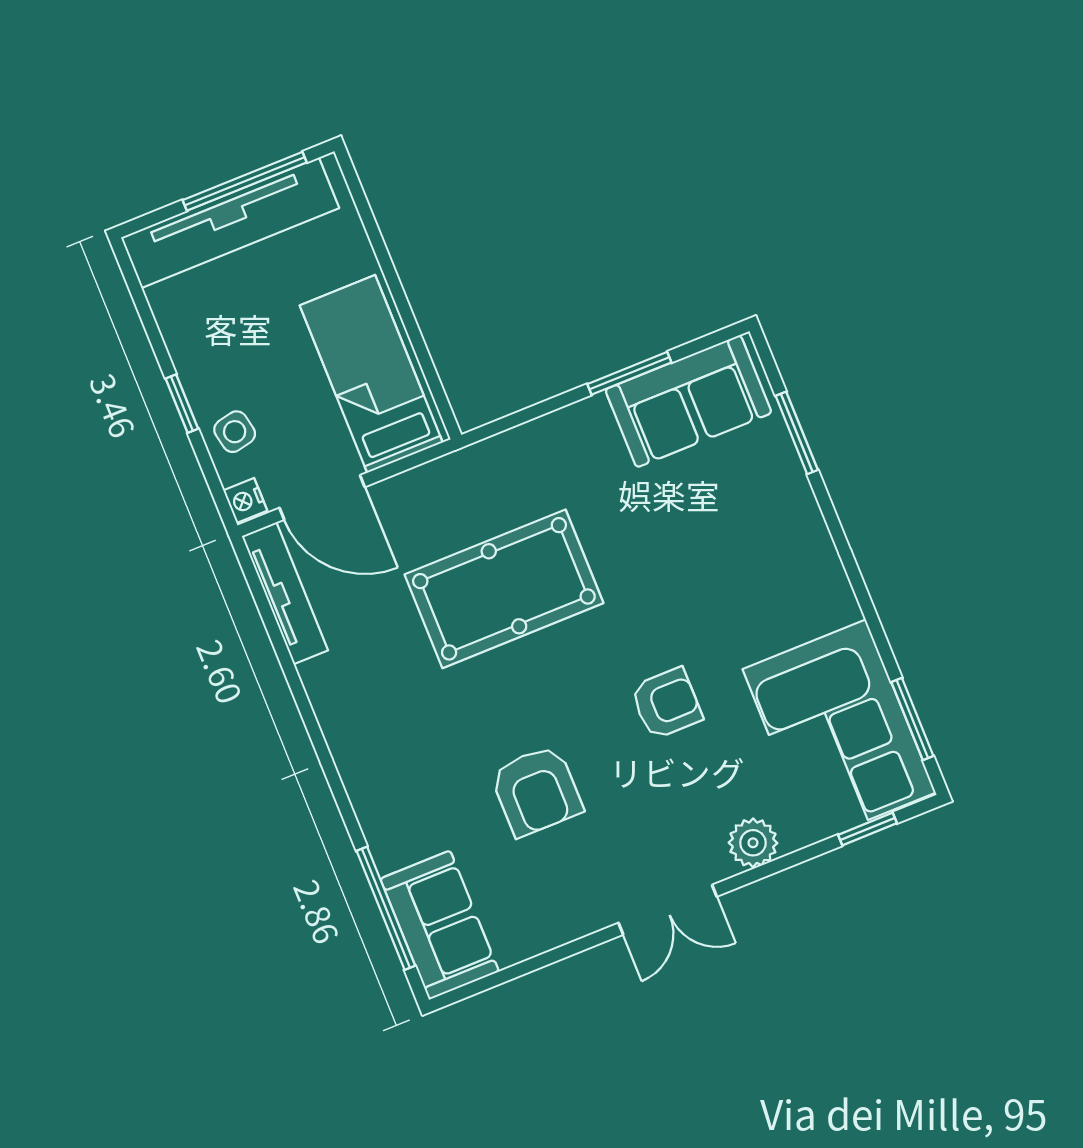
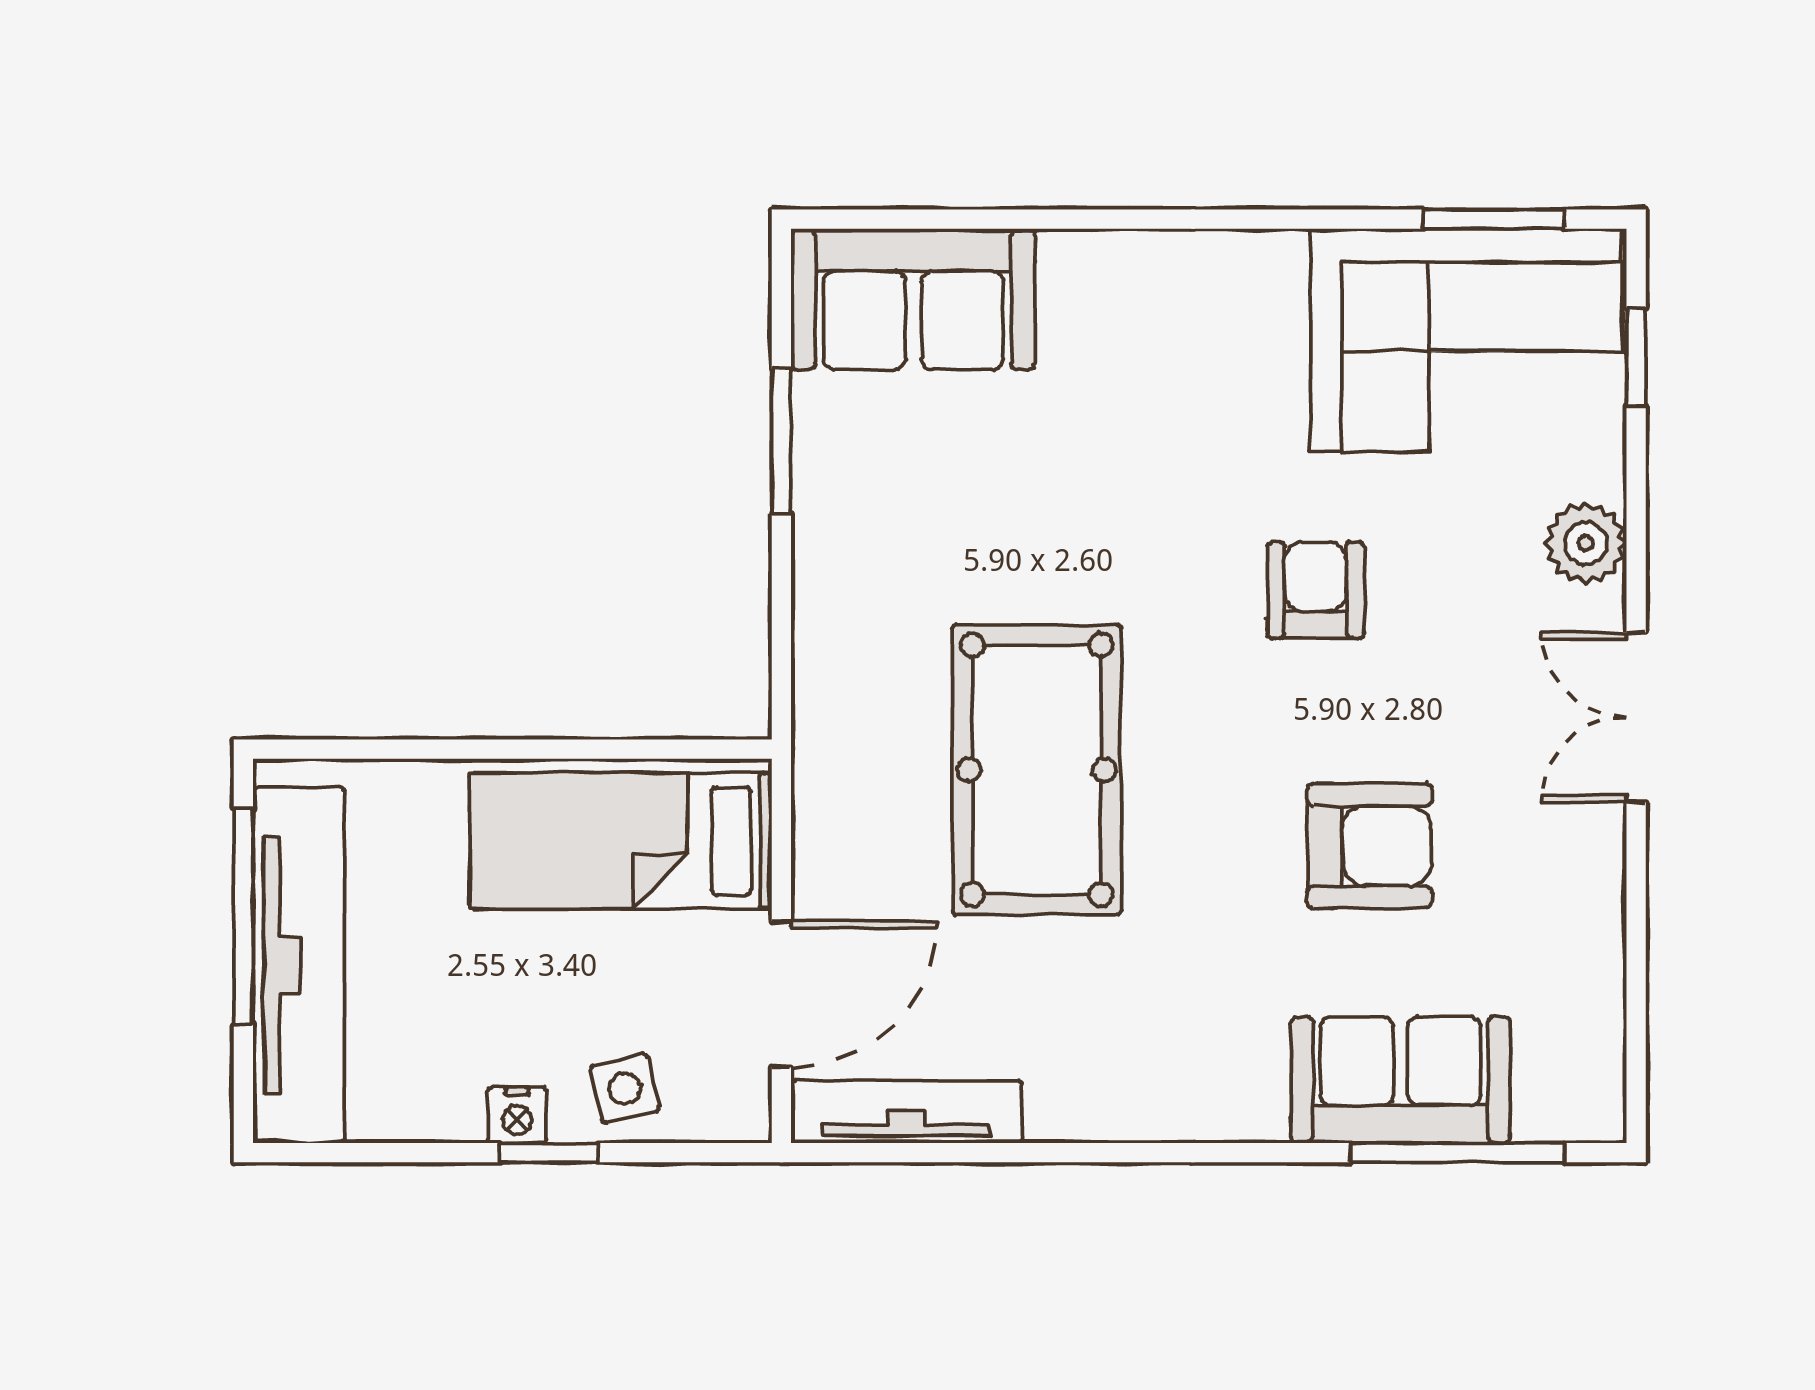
sofa: (688, 401) -> (913, 299), moved, turned 90
window: (797, 433) -> (978, 219), removed
nightstand: (245, 501) -> (517, 1115), moved
double door: (668, 910) -> (1636, 717), swing flipped
sofa: (440, 925) -> (1400, 1080), moved

